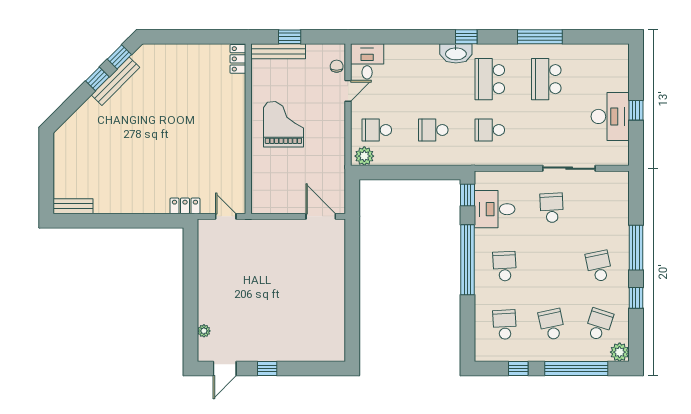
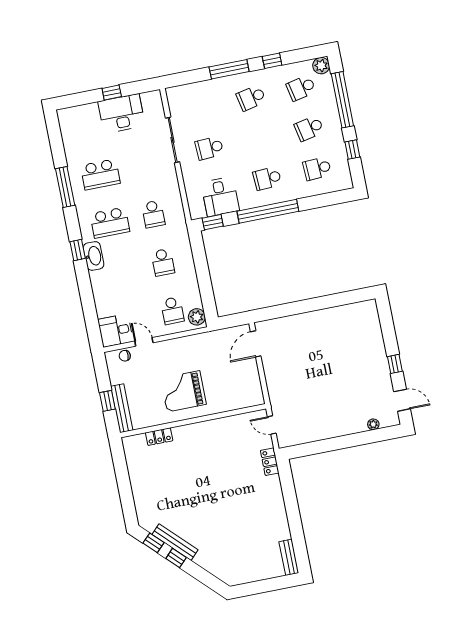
locker: (238, 59) -> (159, 437), moved
door: (226, 216) -> (272, 425), hinge flipped
school desk: (599, 325) -> (301, 88), turned -30

